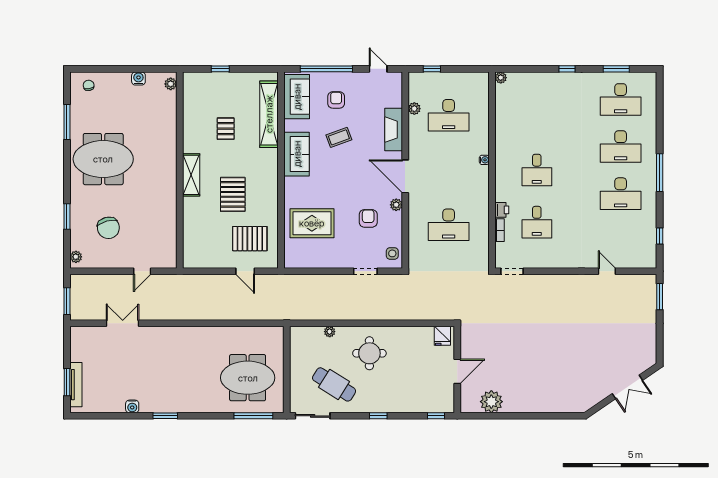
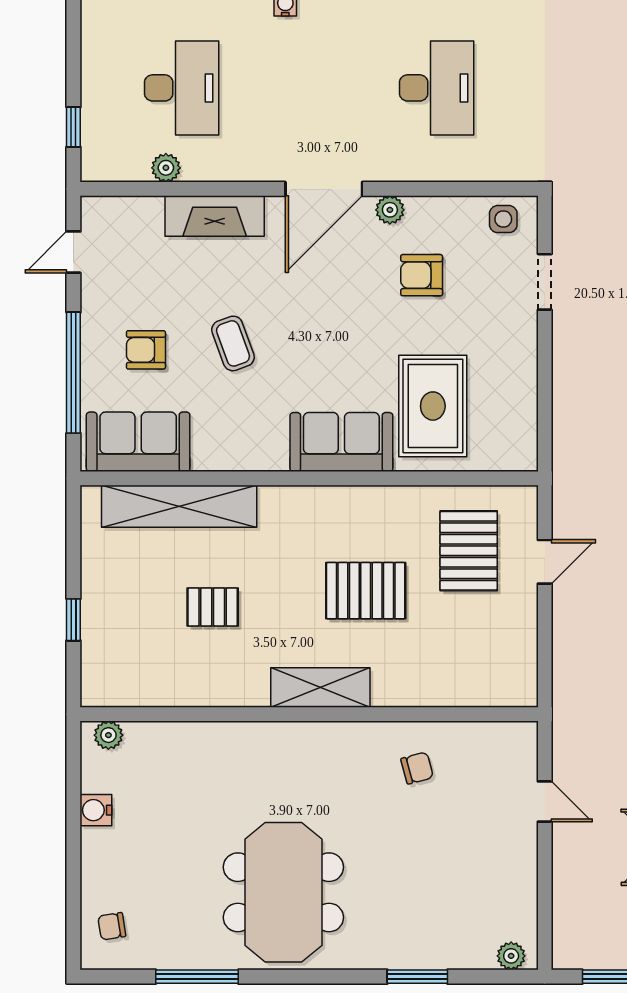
sofa: (297, 154) -> (341, 442), moved
chair: (108, 228) -> (417, 768), moved, width x0.54, depth x0.54

